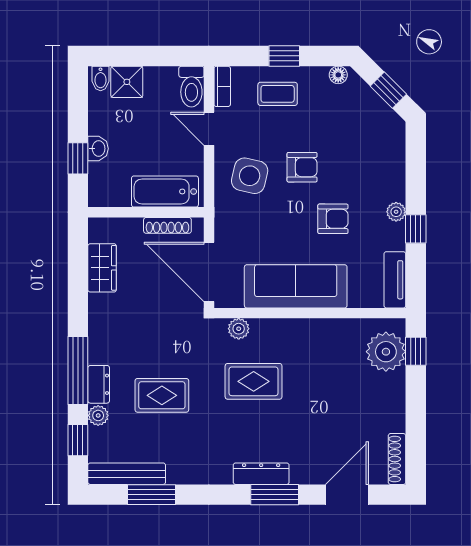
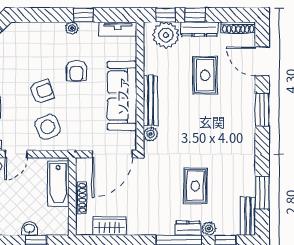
armchair: (302, 167) -> (42, 91), turned 71
side table: (250, 176) -> (48, 127), turned -35
armchair: (333, 219) -> (77, 71), turned 180
shoe rack: (167, 225) -> (81, 198), moved
bench: (289, 329) -> (150, 100), added
rug: (254, 381) -> (205, 75), moved
window: (416, 395) -> (195, 15), added
bench: (127, 474) -> (248, 216), width x0.73
dresser: (261, 474) -> (199, 29), moved, turned -90

